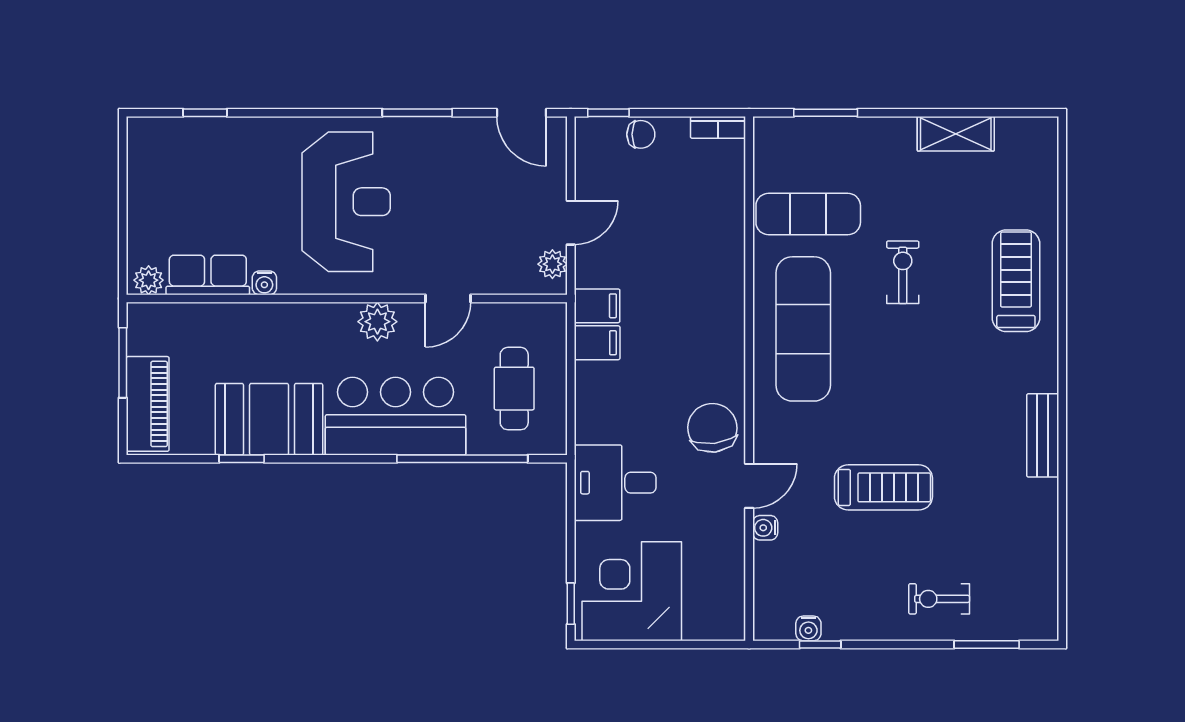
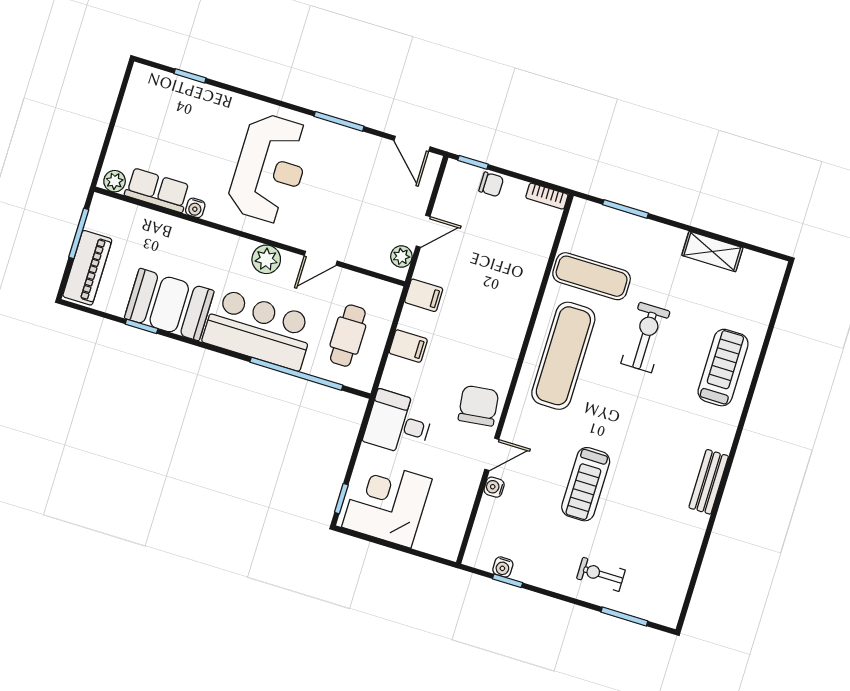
exercise bike: (903, 272) -> (645, 337), width x1.38, depth x1.39
filing cabinet: (597, 343) -> (408, 346), moved
treadmill: (883, 487) -> (586, 484), turned 90

